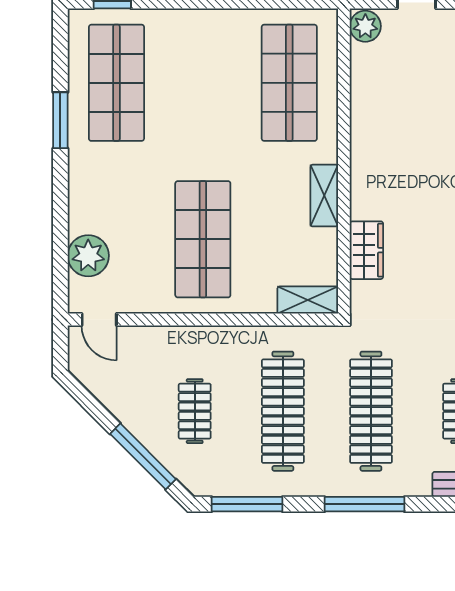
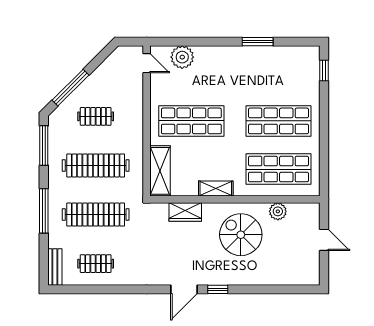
plant: (365, 26) -> (278, 211), moved
shop shelf: (116, 83) -> (278, 121), moved
spiral stairs: (407, 151) -> (241, 235), added
shelving: (308, 300) -> (160, 171), width x1.50, depth x1.33
door: (99, 320) -> (147, 63), swing flipped

